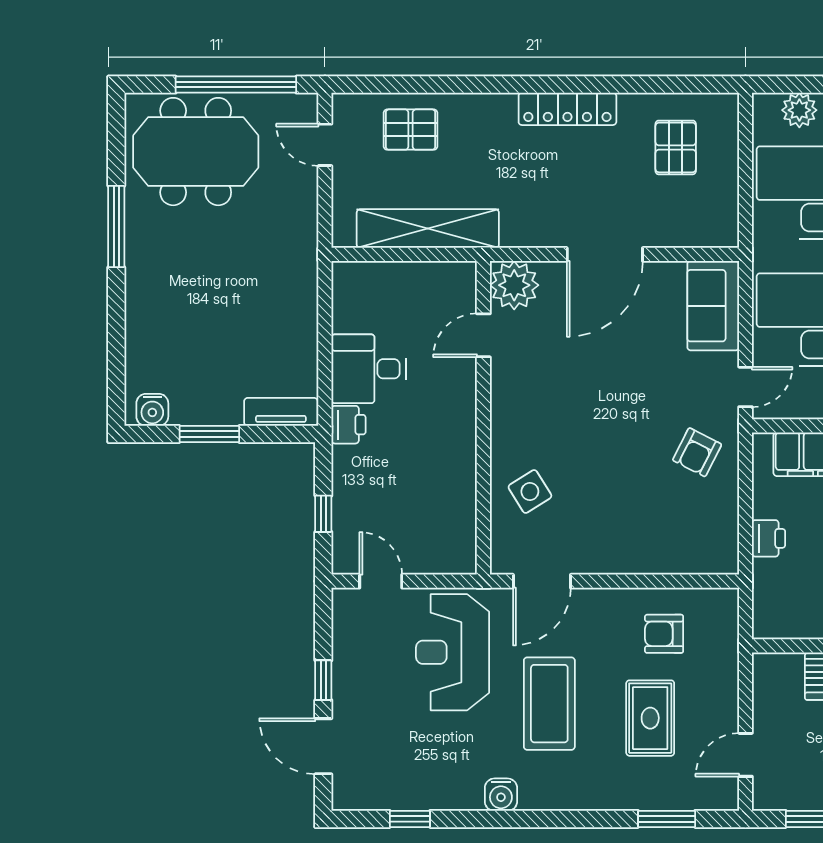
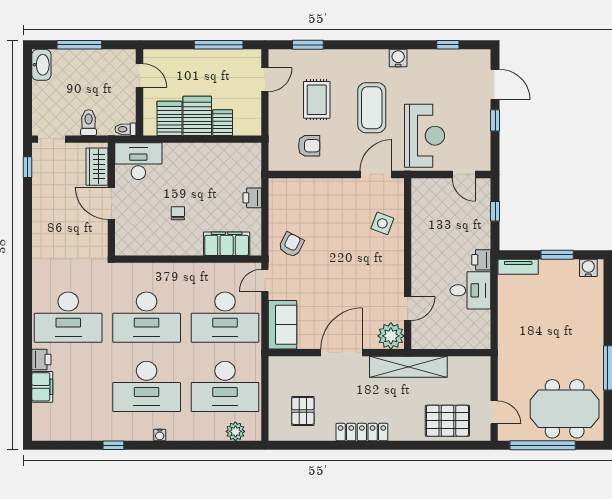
pallet: (411, 130) -> (447, 421), width x1.50, depth x1.42
shelving: (428, 229) -> (408, 367), moved
side table: (530, 491) -> (382, 223), turned -37

